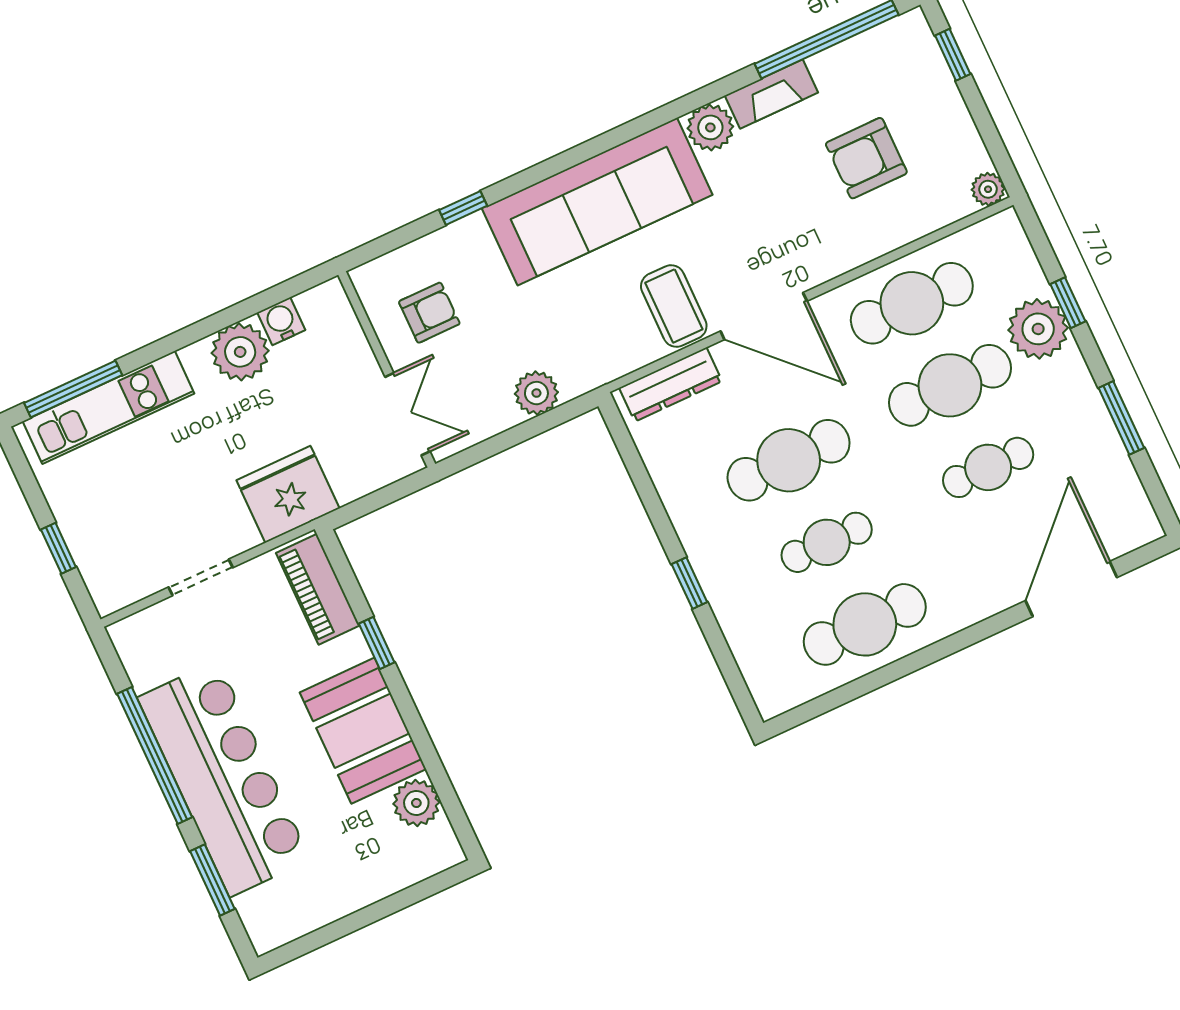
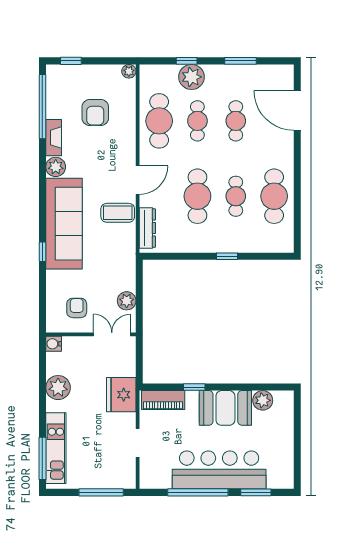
window: (463, 208) -> (42, 252), moved
door: (764, 316) -> (138, 180), width x0.73
water cooler: (281, 321) -> (54, 344), moved
cafe table: (950, 385) -> (197, 121), width x0.73, depth x0.74
plant: (536, 393) -> (127, 301), moved
window: (58, 548) -> (101, 492), width x2.17

